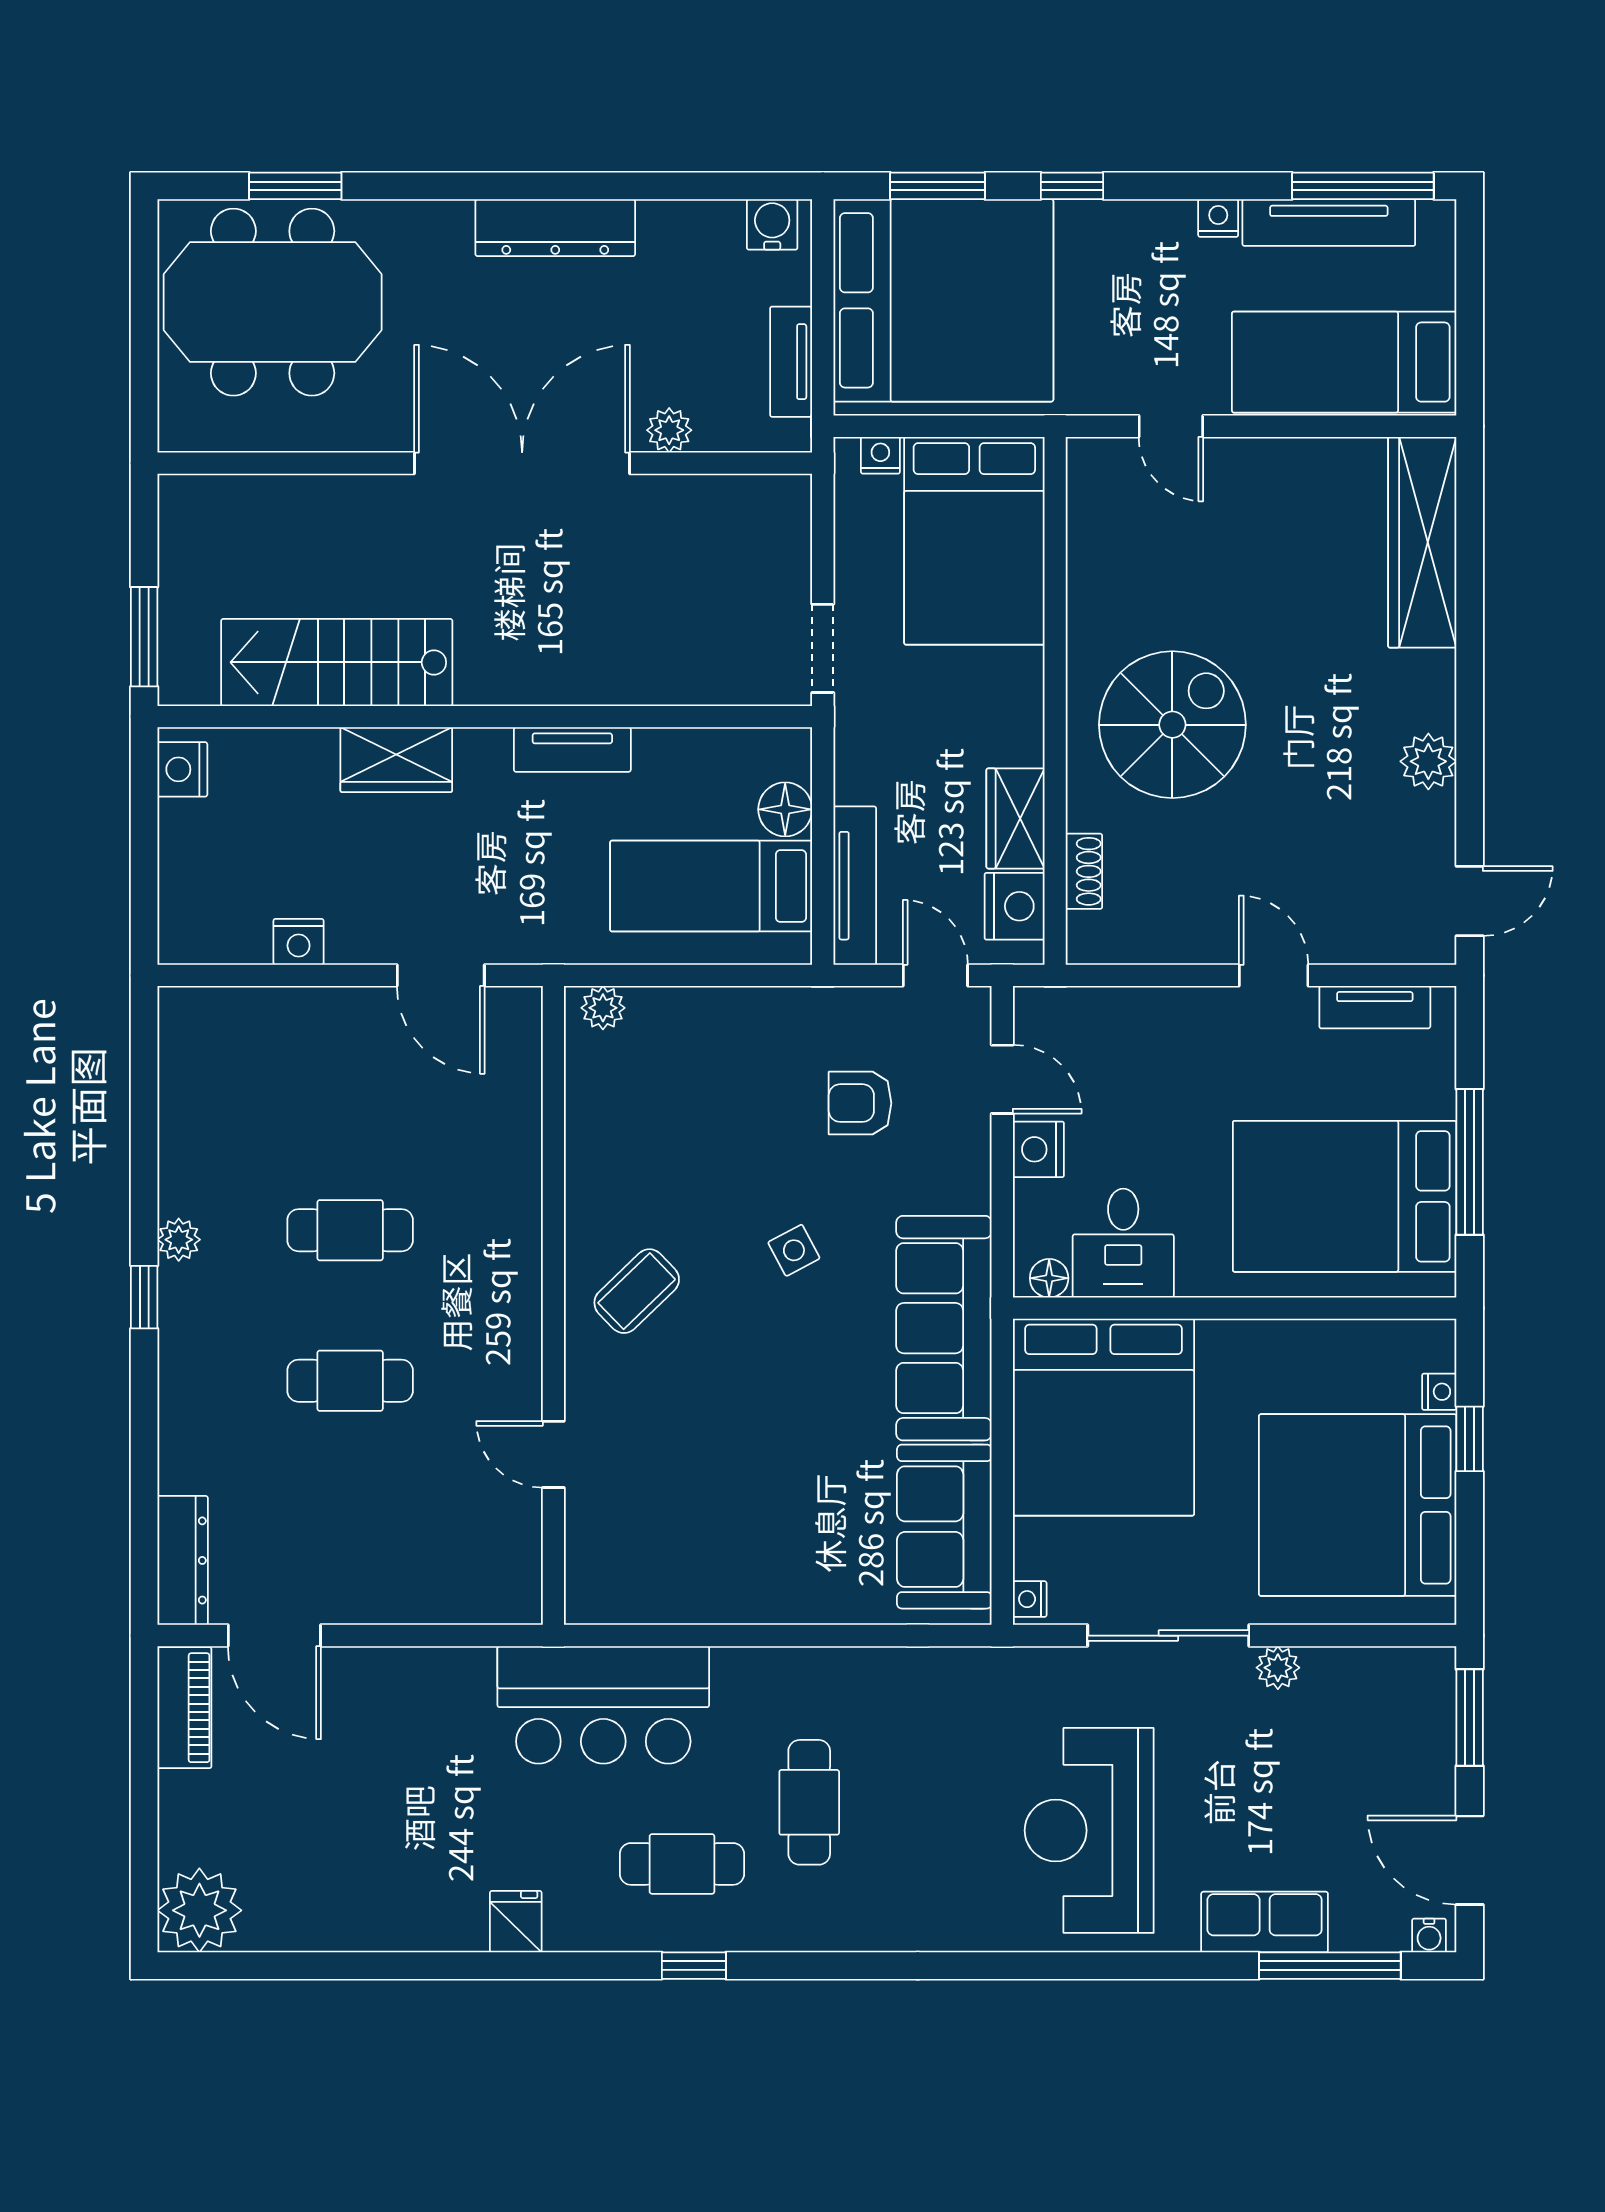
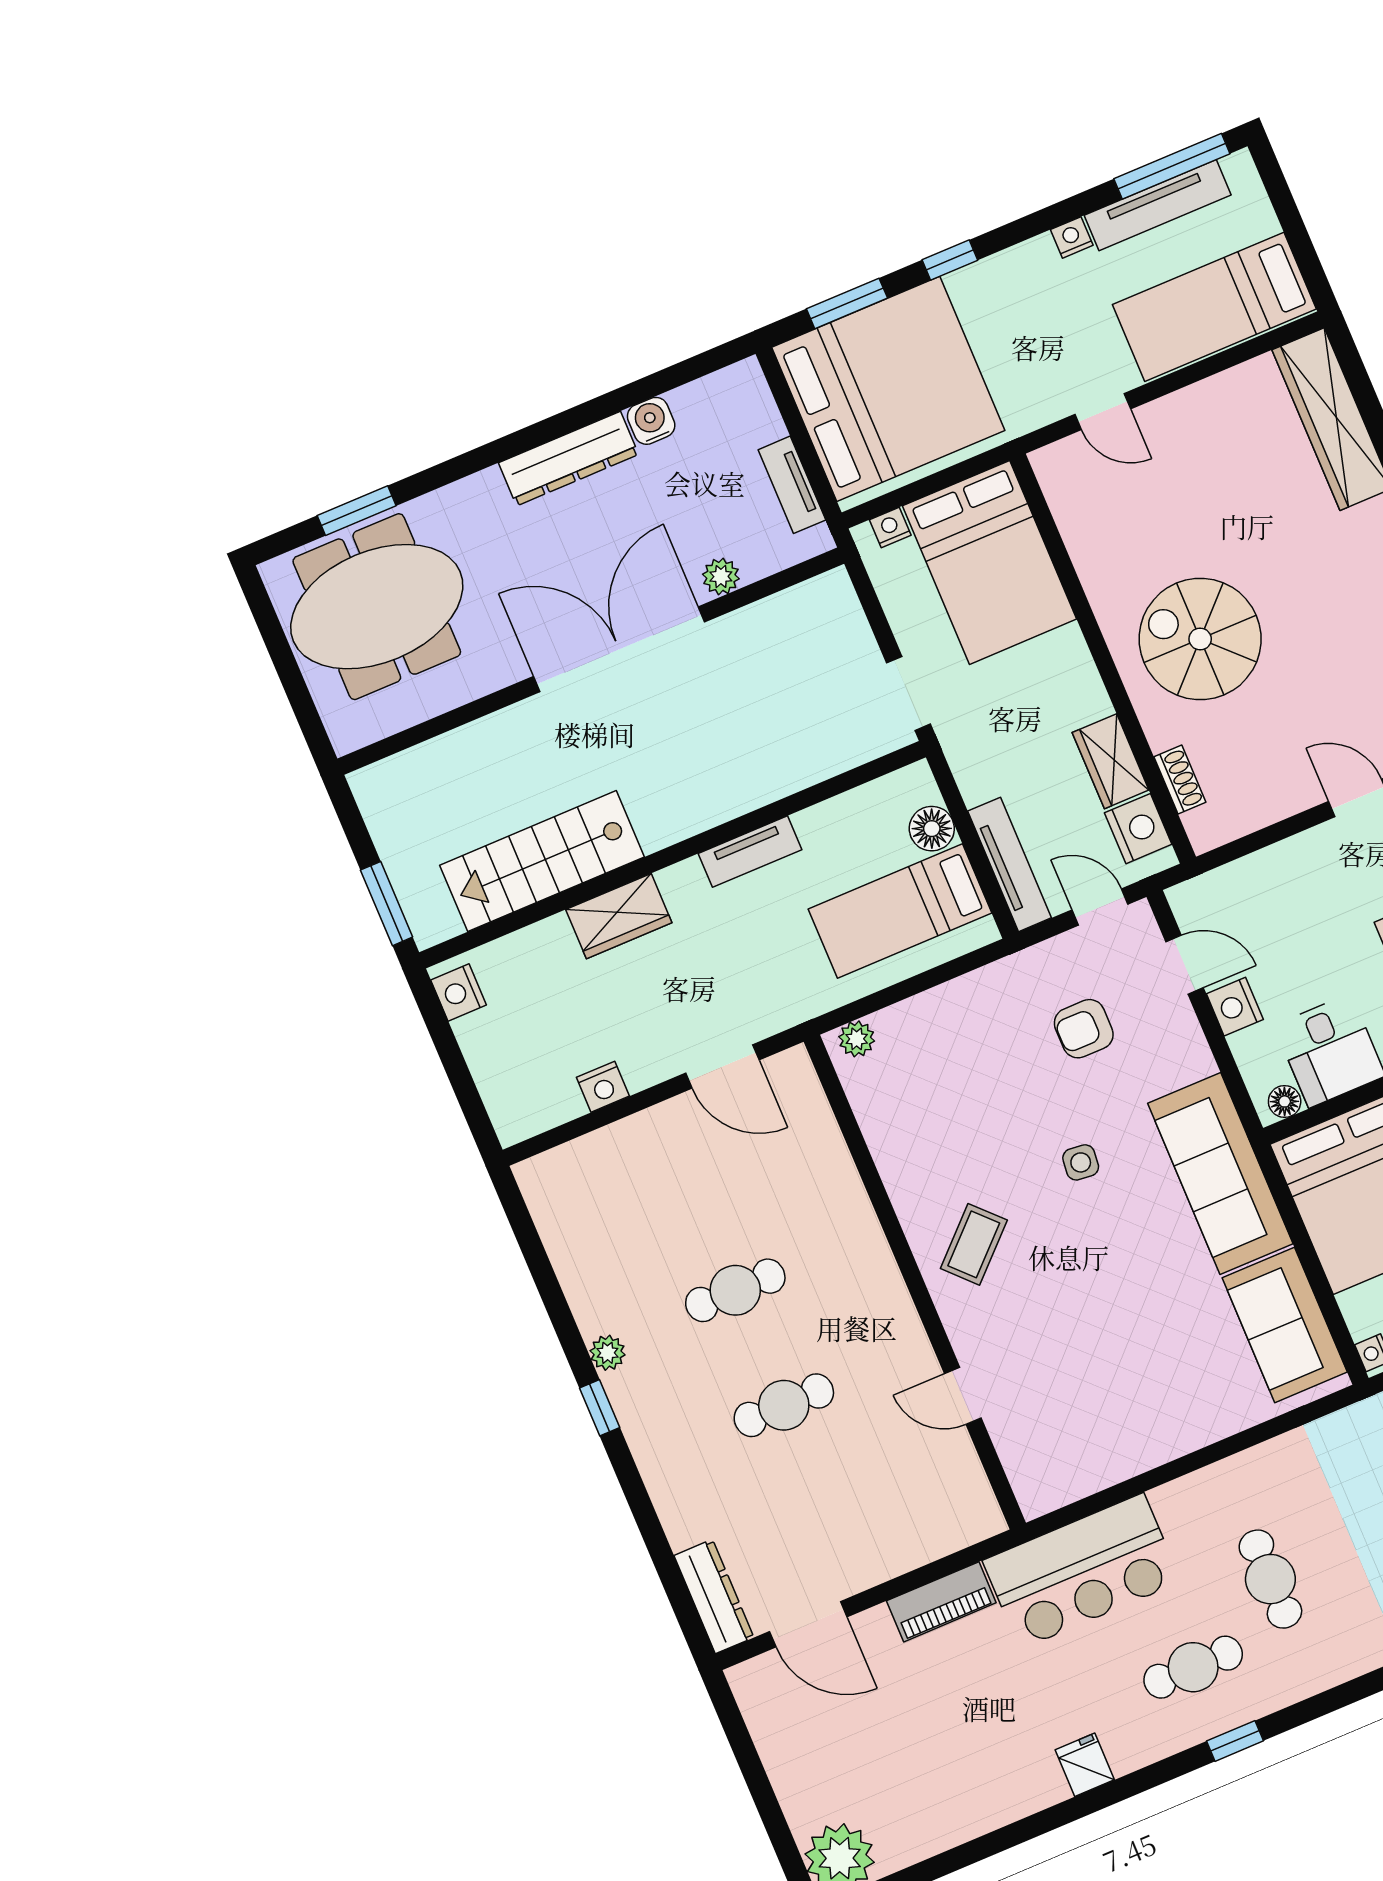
water cooler: (772, 224) -> (651, 421), moved
spiral stairs: (1172, 725) -> (1200, 639), turned -90
side table: (794, 1250) -> (1081, 1162), turned 34
piano: (184, 1708) -> (941, 1602), moved, turned 90

